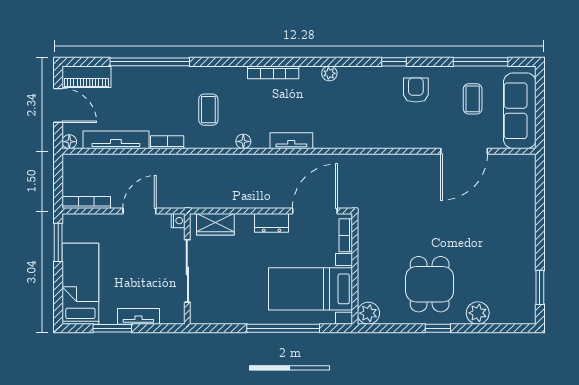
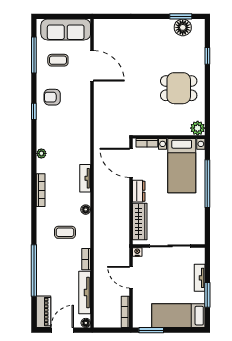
wardrobe: (215, 224) -> (140, 222), width x1.50
floor lamp: (523, 290) -> (183, 27), added
plant: (478, 313) -> (197, 57), removed
window: (438, 328) -> (207, 56), moved

